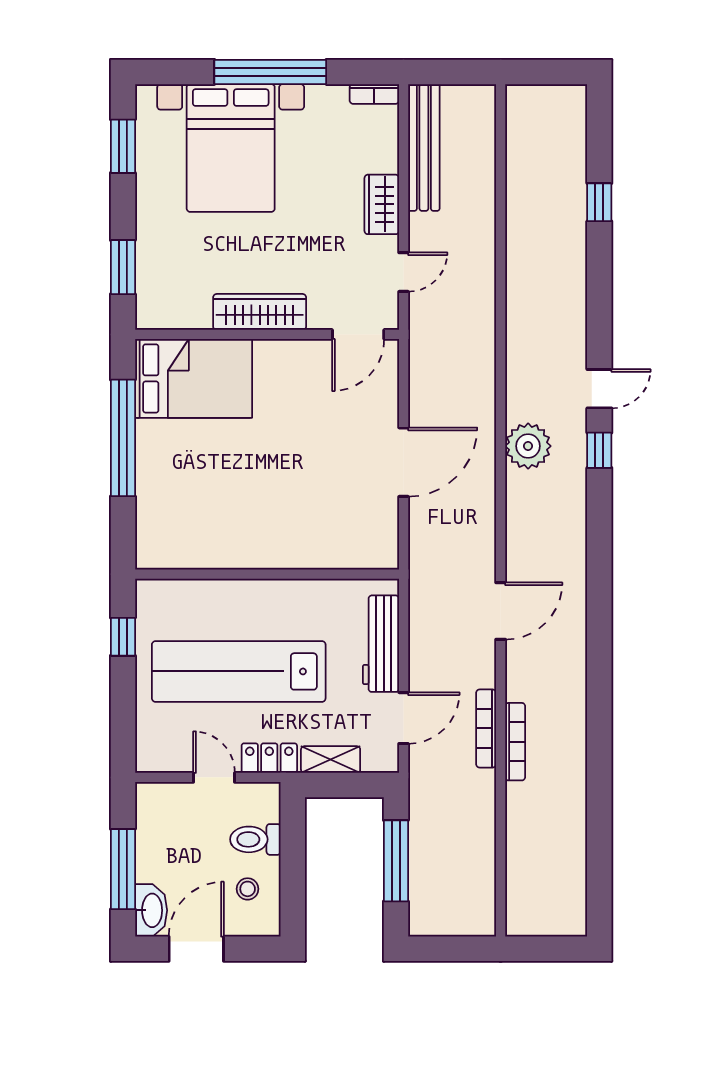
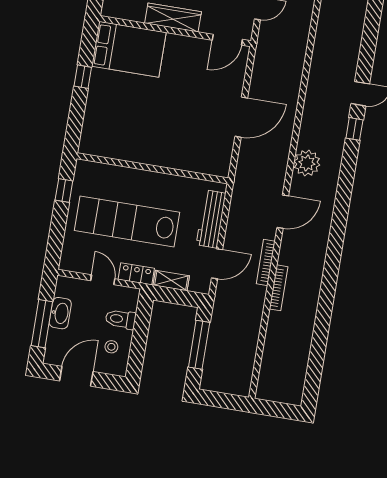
window: (123, 438) -> (83, 77), width x0.32
plant: (528, 446) -> (307, 163), moved
bookcase: (486, 728) -> (266, 262), moved
washbasin: (151, 910) -> (60, 313), moved

